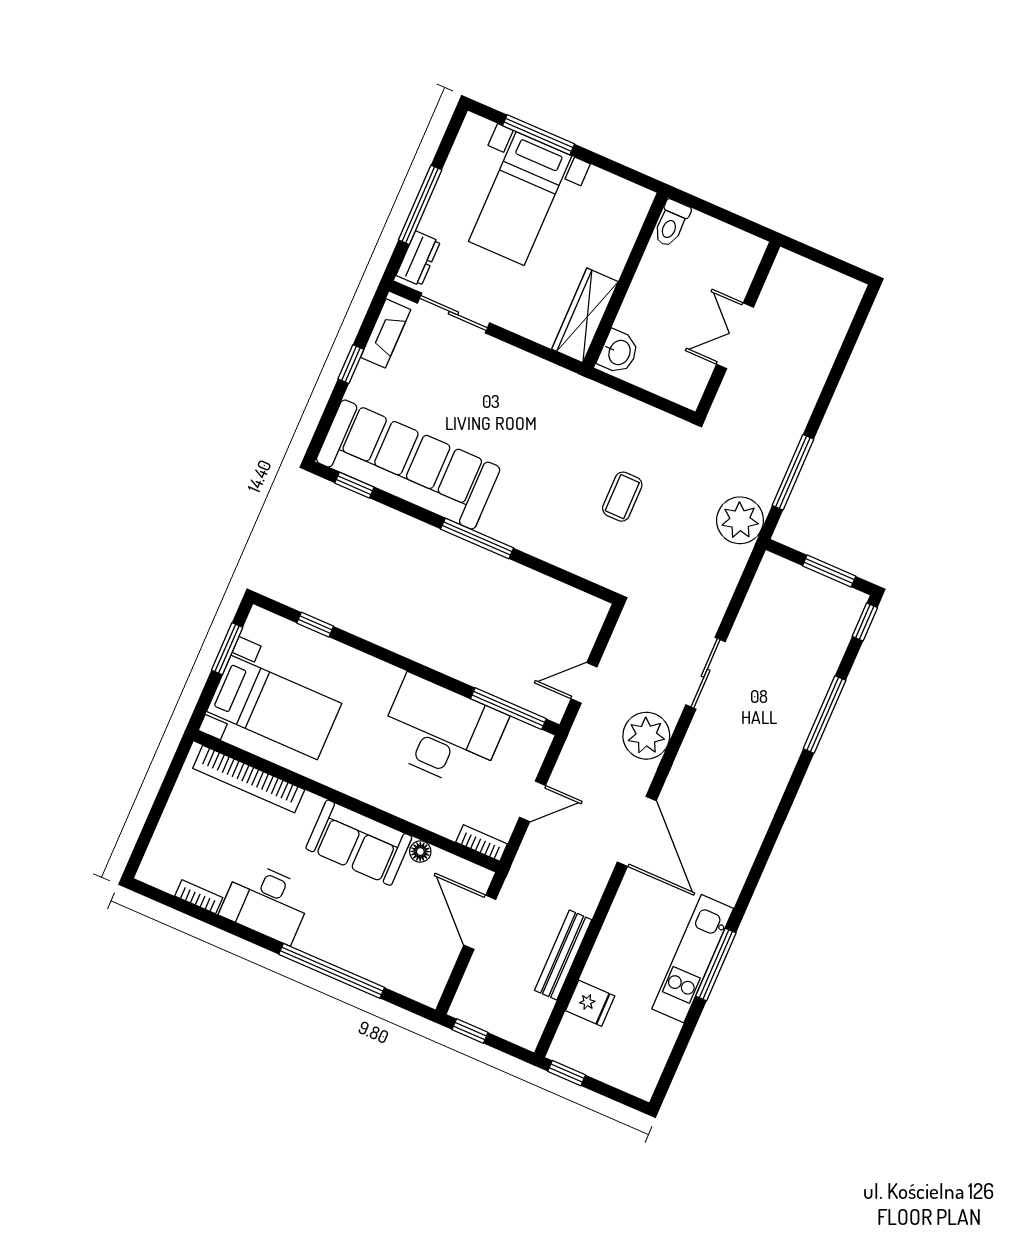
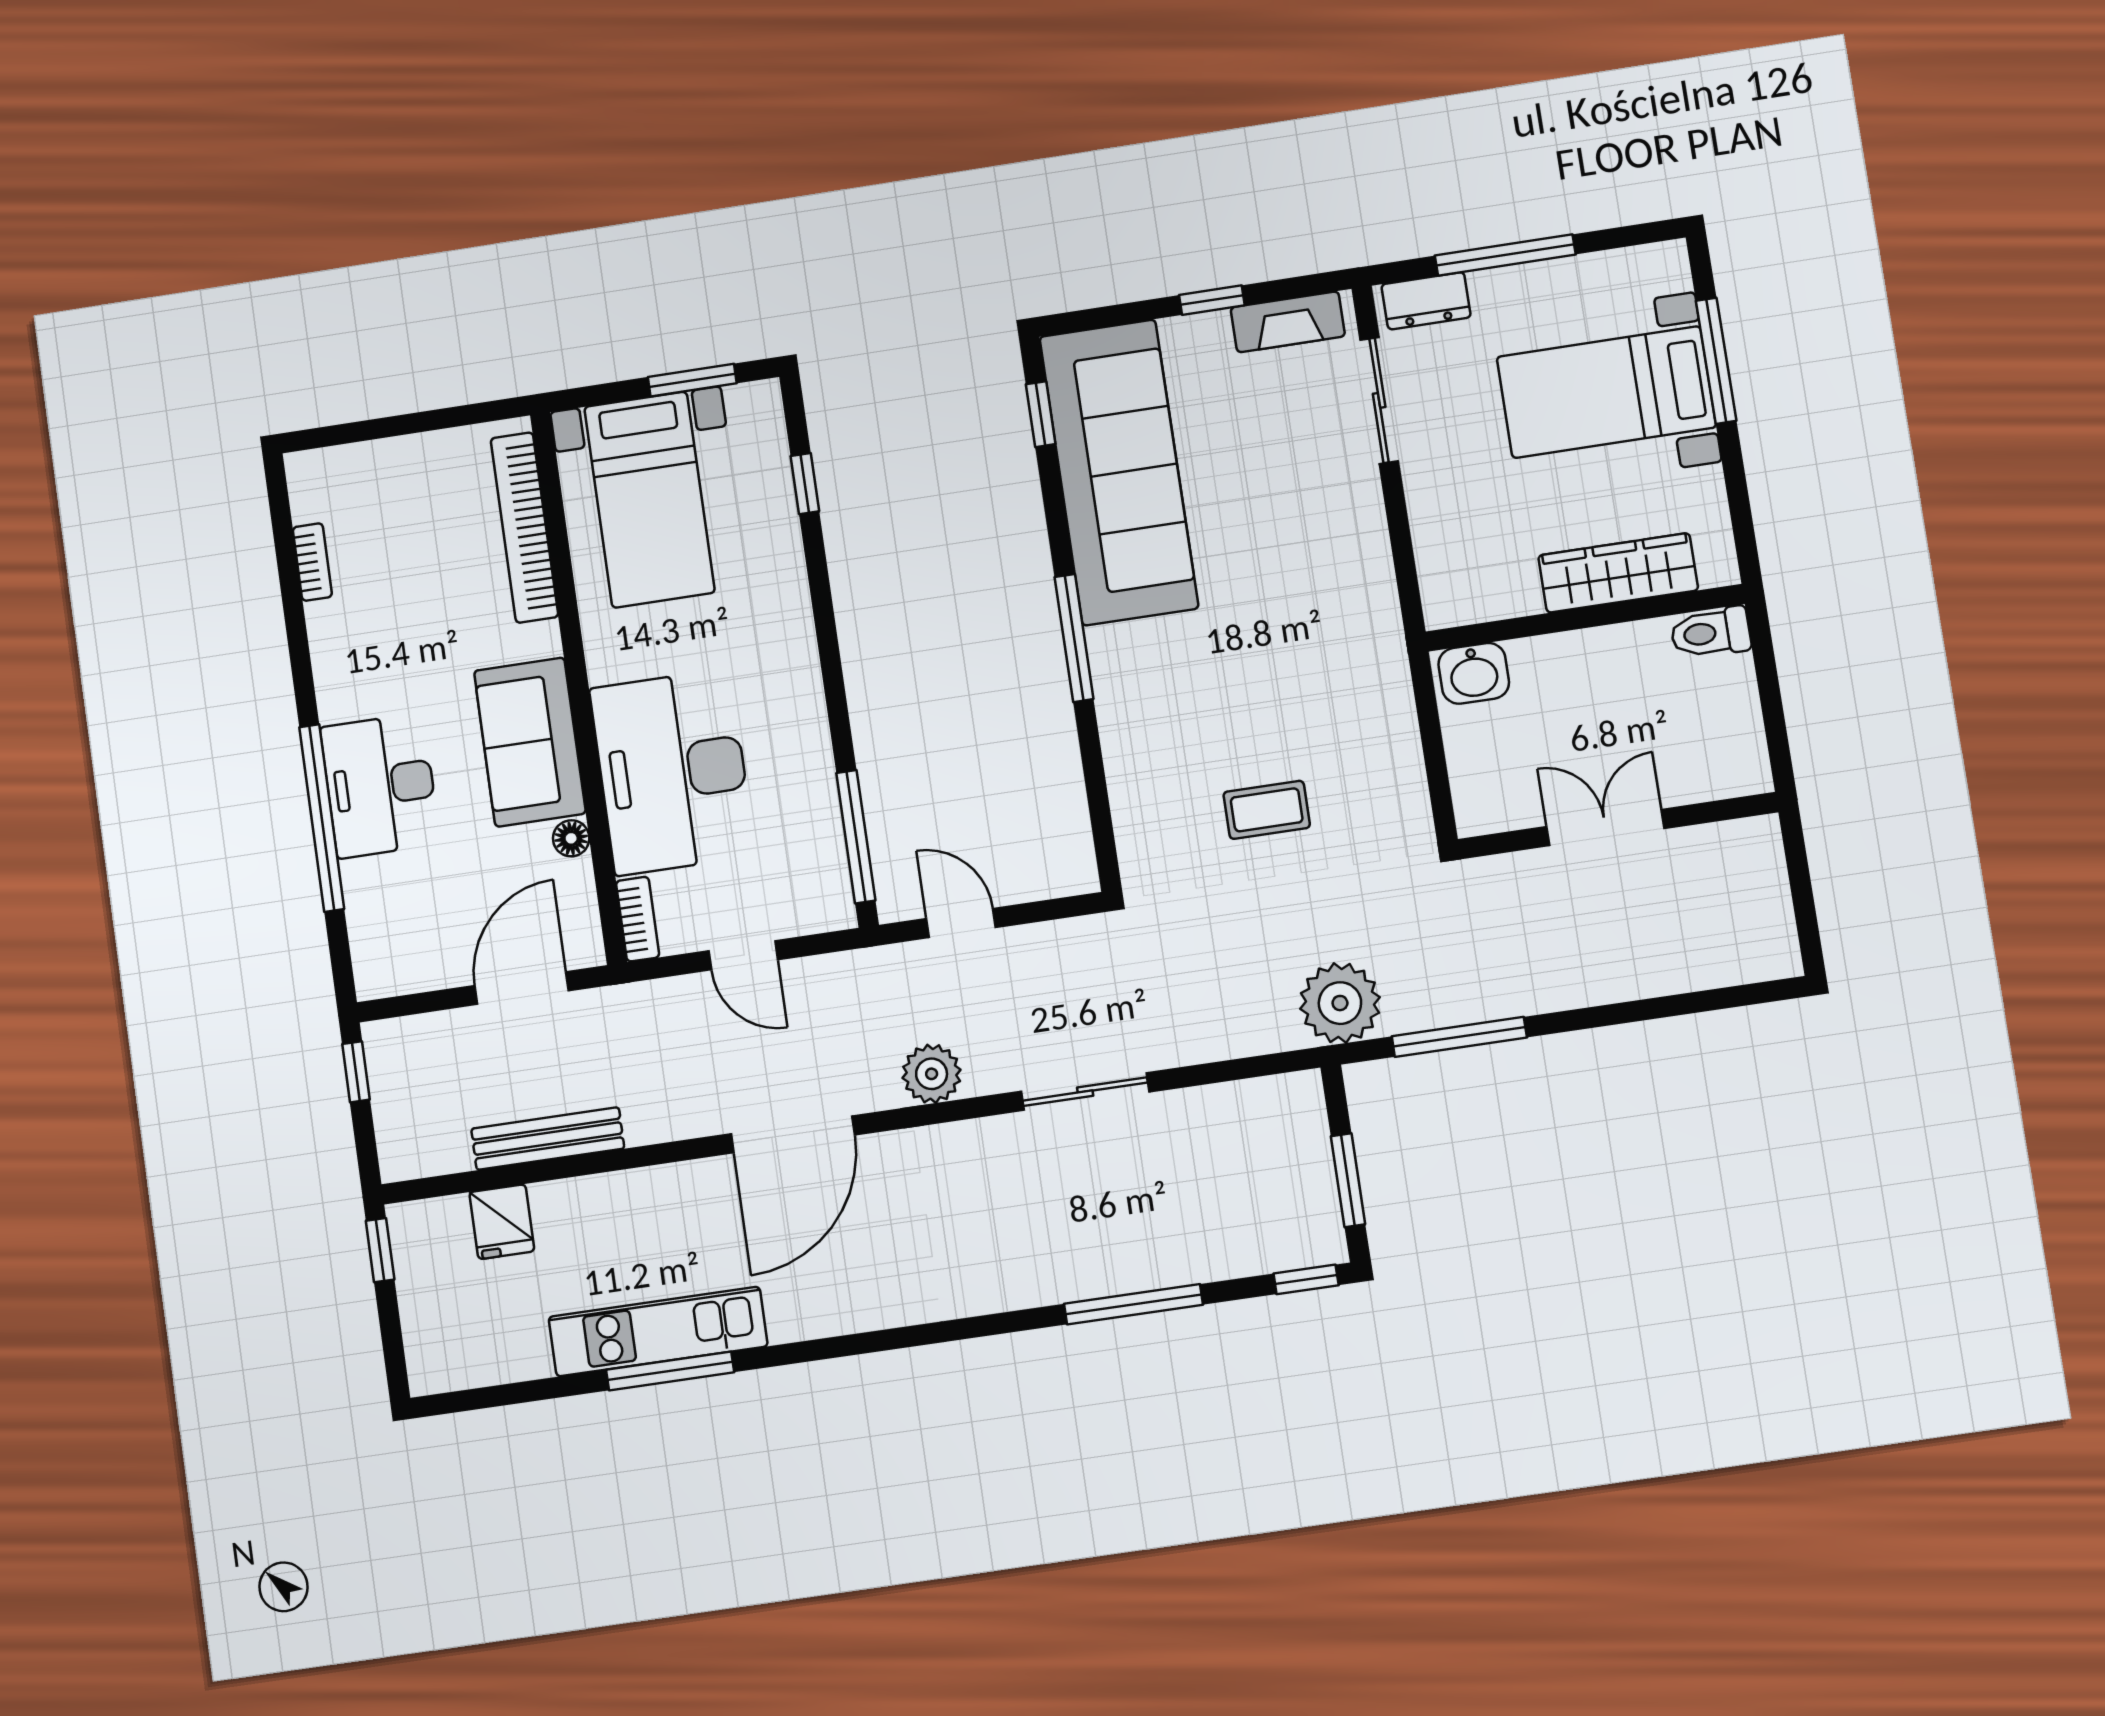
wardrobe: (585, 315) -> (1618, 573), moved
desk: (442, 732) -> (672, 772), moved, turned 180
plant: (646, 736) -> (932, 1074), width x0.73, depth x0.73
desk: (266, 902) -> (380, 786), moved

